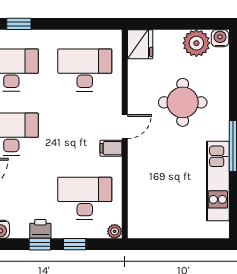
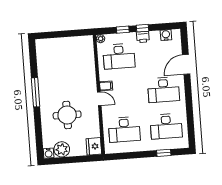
door: (125, 127) -> (99, 99), swing flipped
kitchen unit: (218, 181) -> (44, 72), removed

